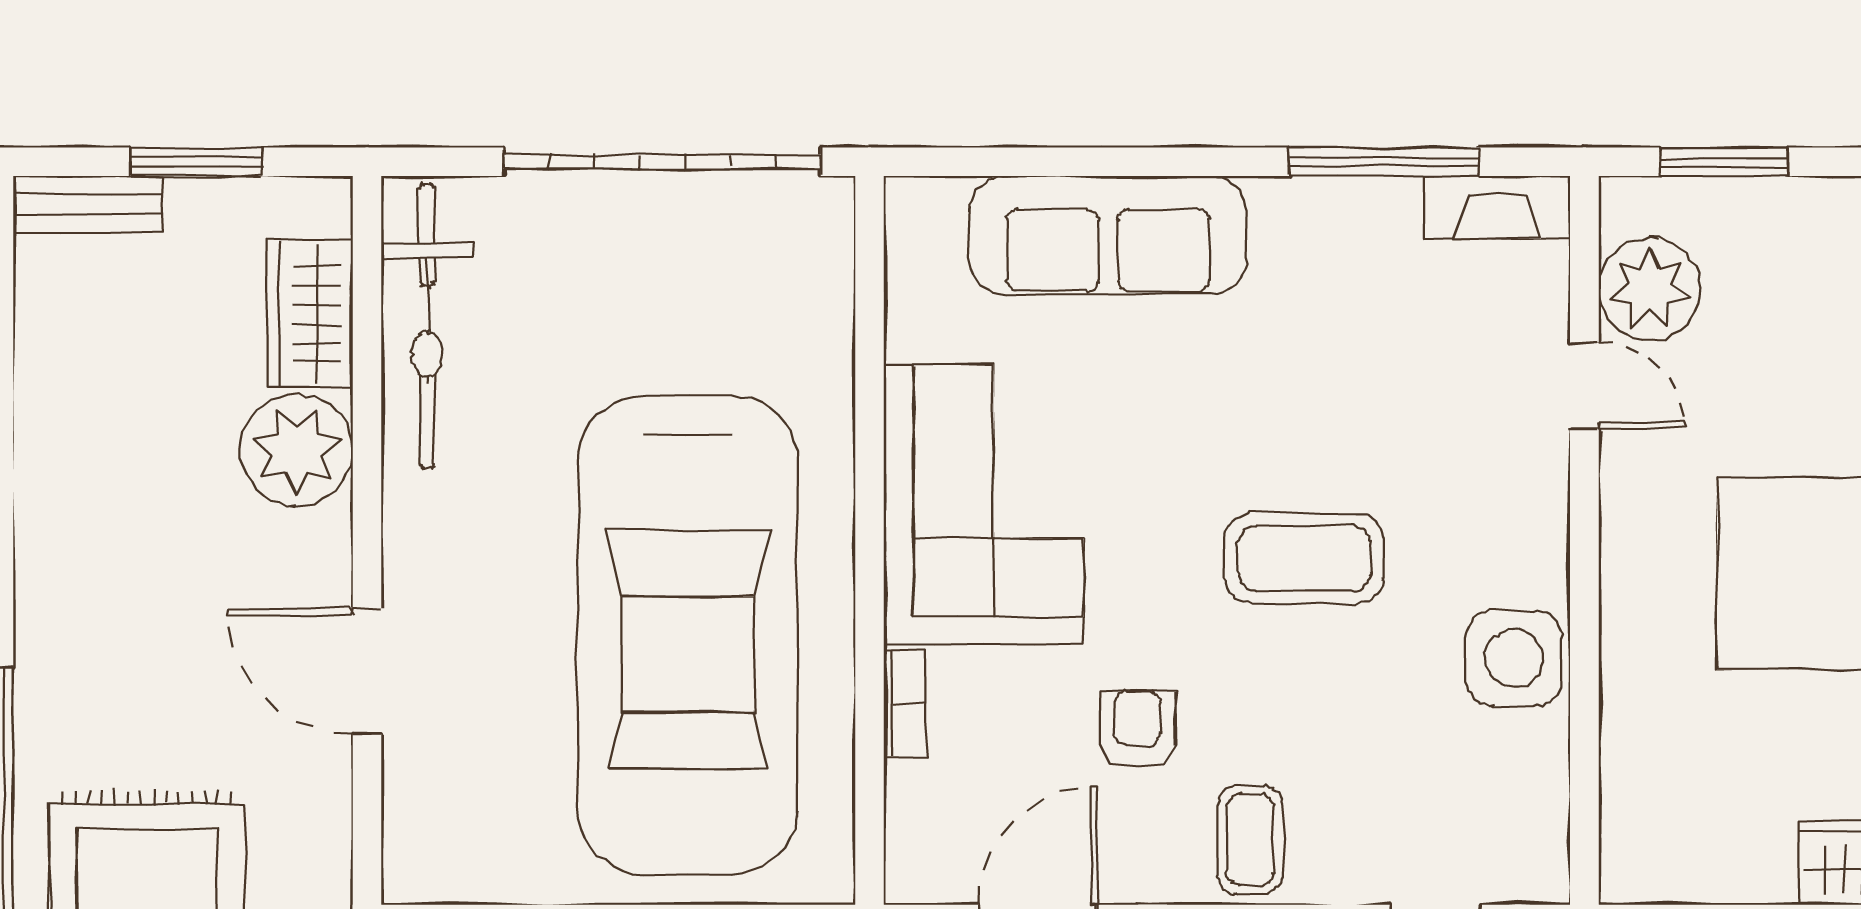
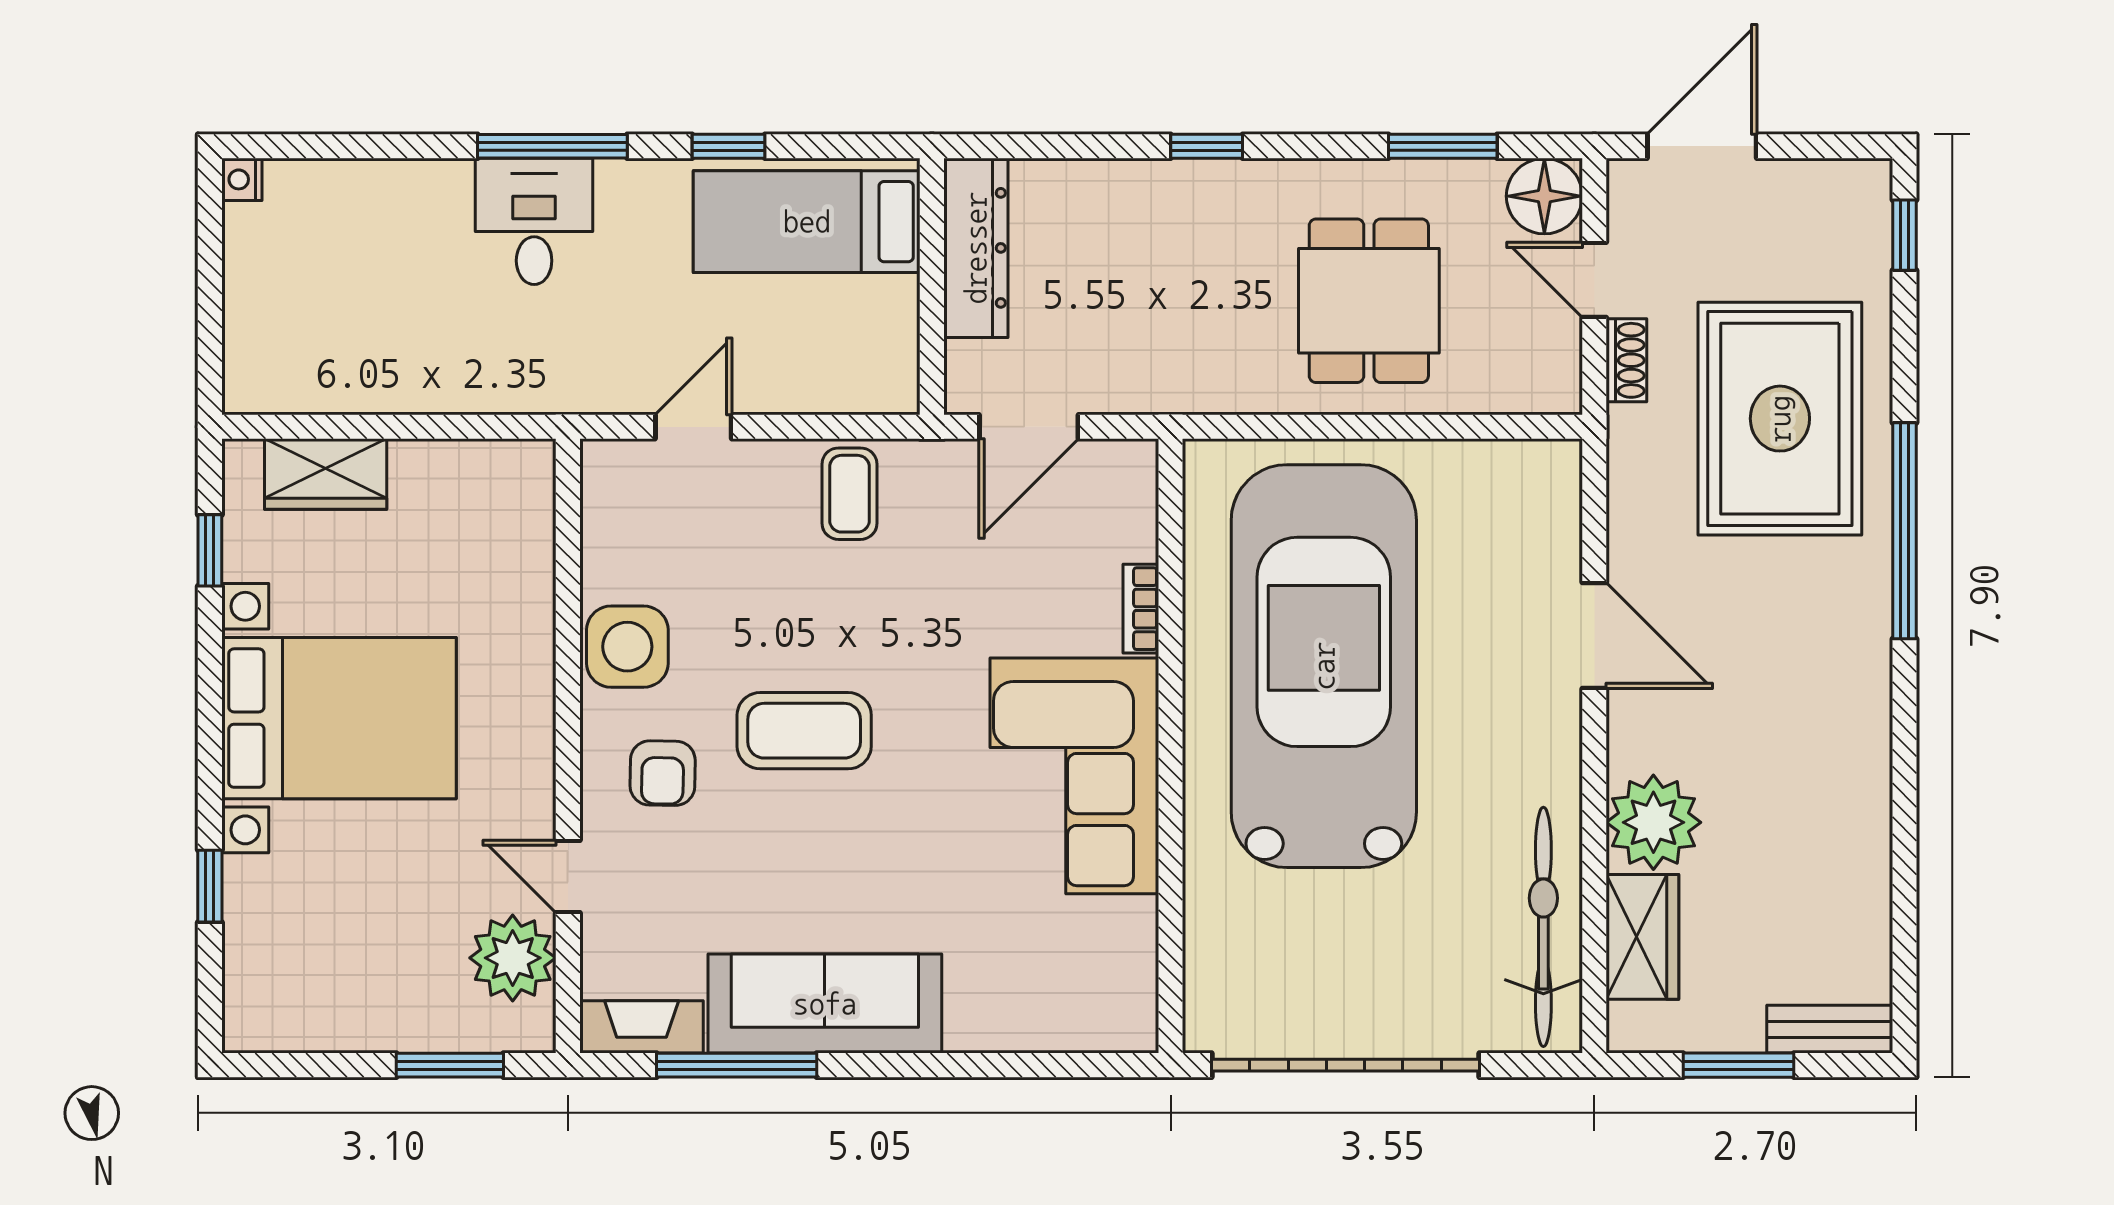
sofa: (1108, 235) -> (825, 1004), moved
armchair: (1137, 729) -> (663, 773), moved

